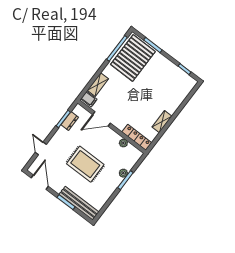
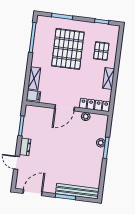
pallet: (133, 58) -> (68, 49), moved
pallet: (169, 94) -> (101, 51), added
door: (101, 119) -> (65, 108), moved
dresser: (70, 121) -> (25, 147), moved
rug: (85, 164) -> (63, 154), removed
door: (40, 182) -> (33, 193), hinge flipped

